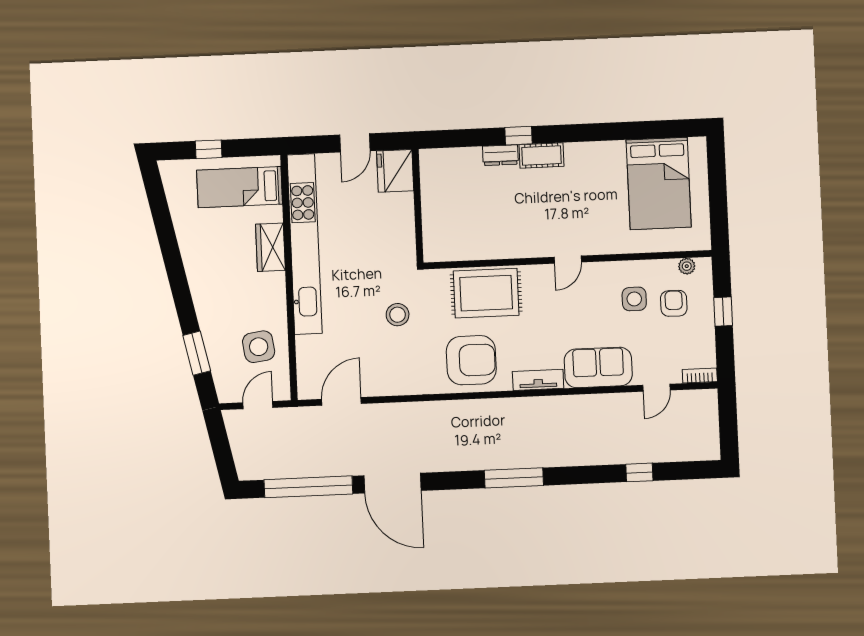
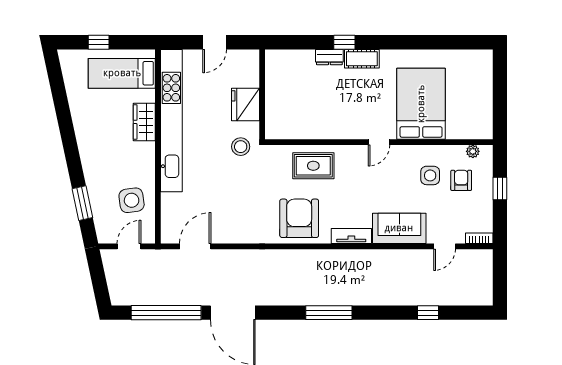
fridge: (395, 171) -> (246, 104), moved
bed: (659, 183) -> (421, 104), moved, turned 180
rug: (486, 293) -> (313, 166), width x0.73, depth x0.70
stool: (398, 315) -> (241, 147), moved
armchair: (471, 360) -> (299, 218), turned -90

